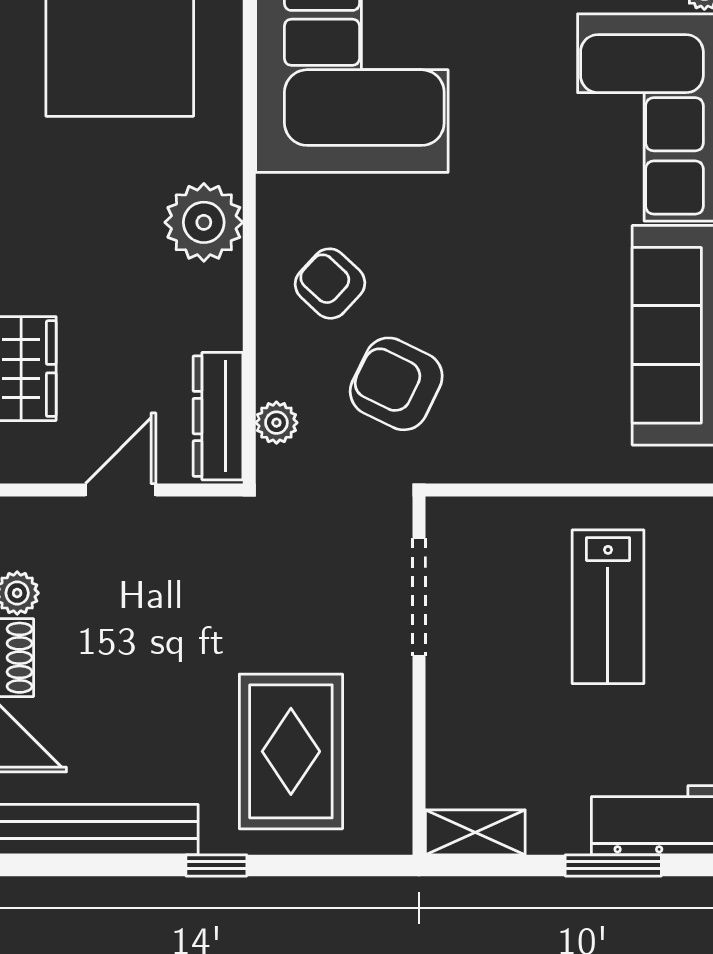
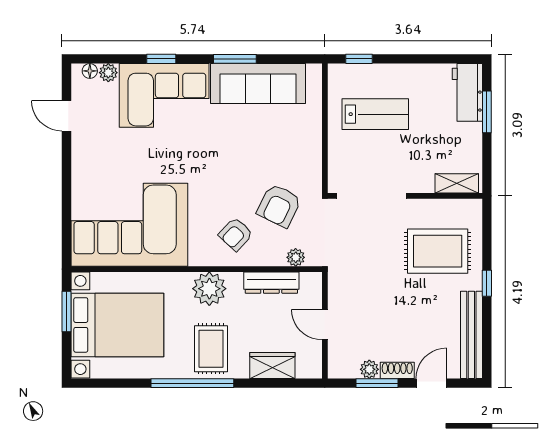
rug: (65, 226) -> (211, 349), added
dresser: (218, 416) -> (271, 283), moved
doorway: (419, 597) -> (371, 196), width x1.36
shelving: (475, 832) -> (457, 183), moved, turned 90

